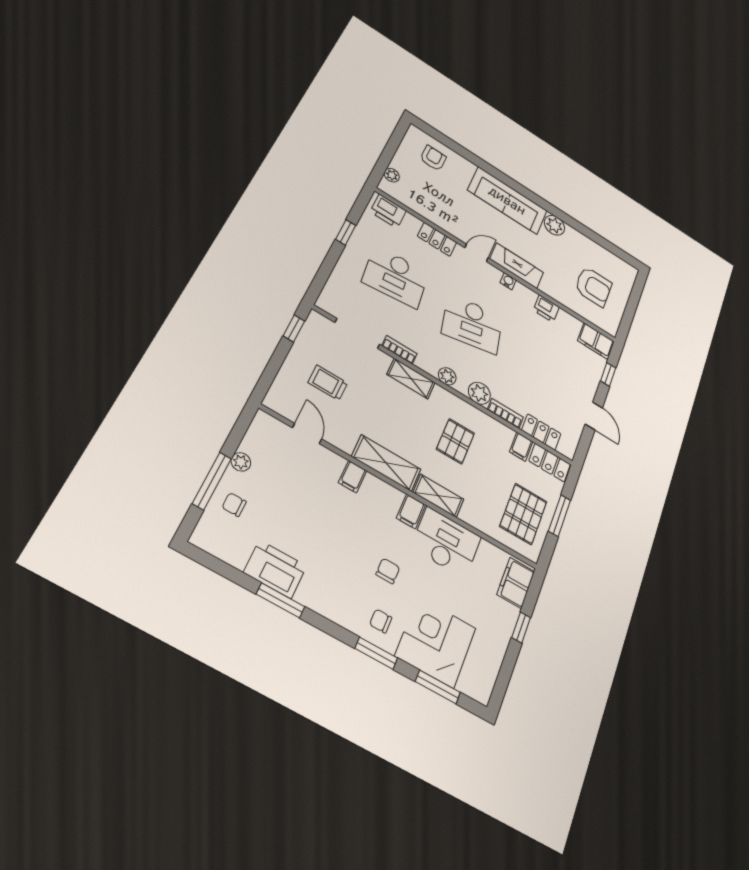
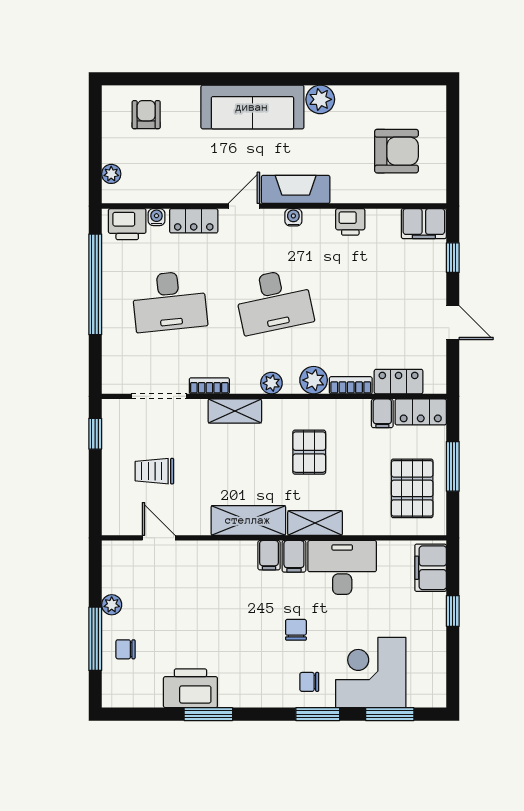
water cooler: (411, 220) -> (156, 217), added
window: (346, 232) -> (95, 284), width x3.17
filing cabinet: (353, 477) -> (269, 555), moved

